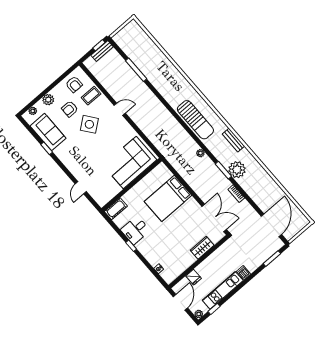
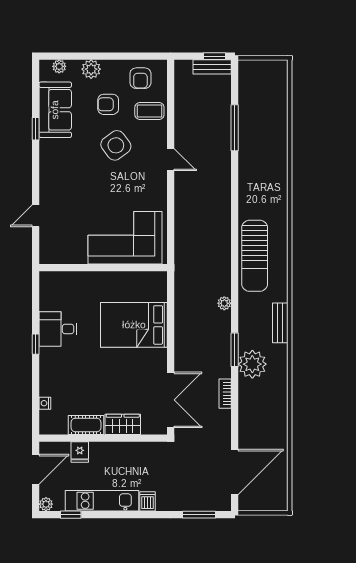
cot: (116, 209) -> (86, 425), moved

